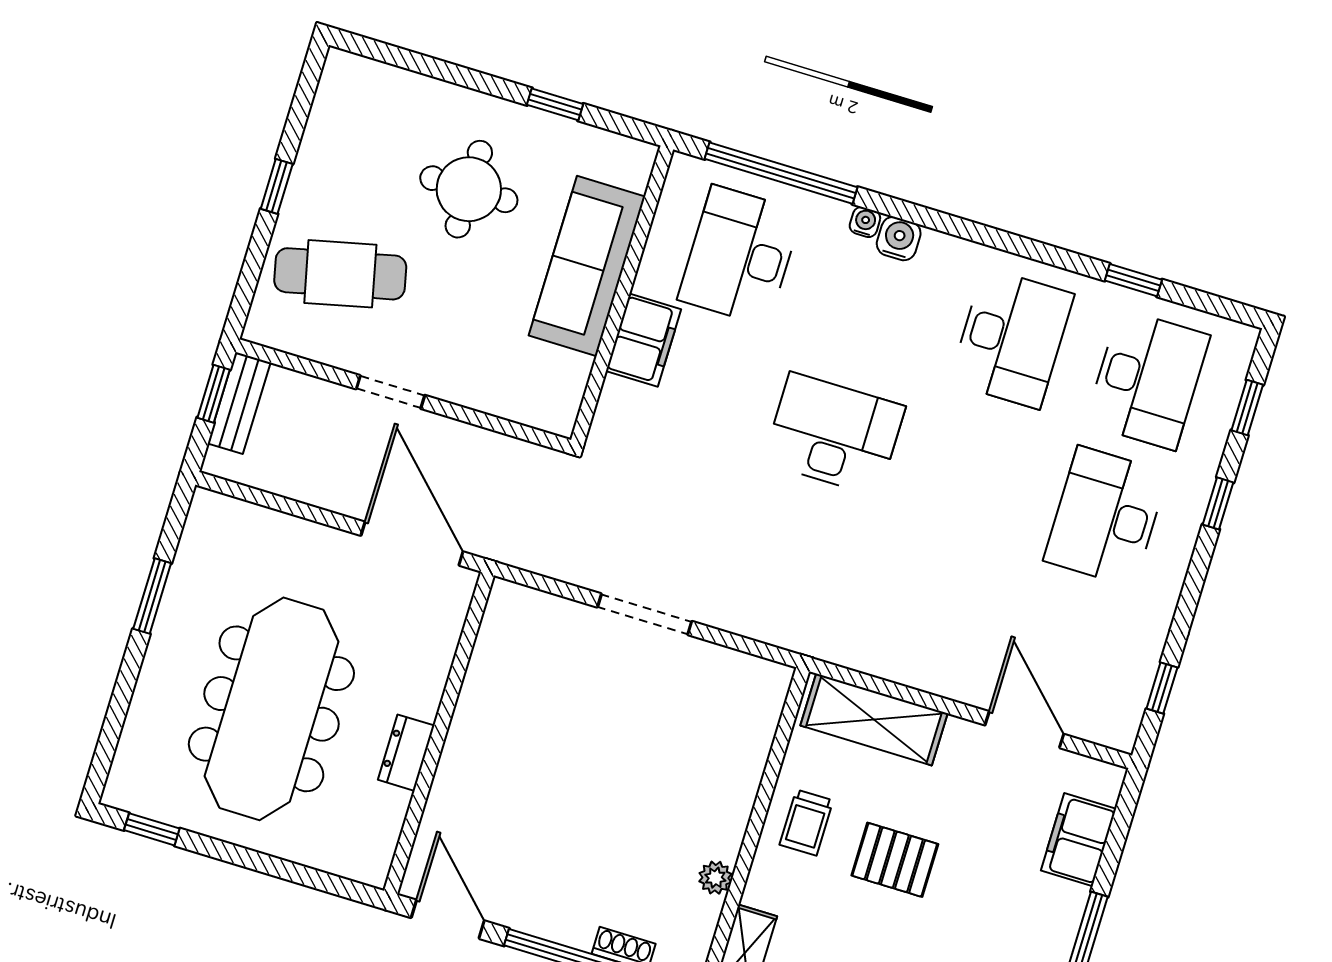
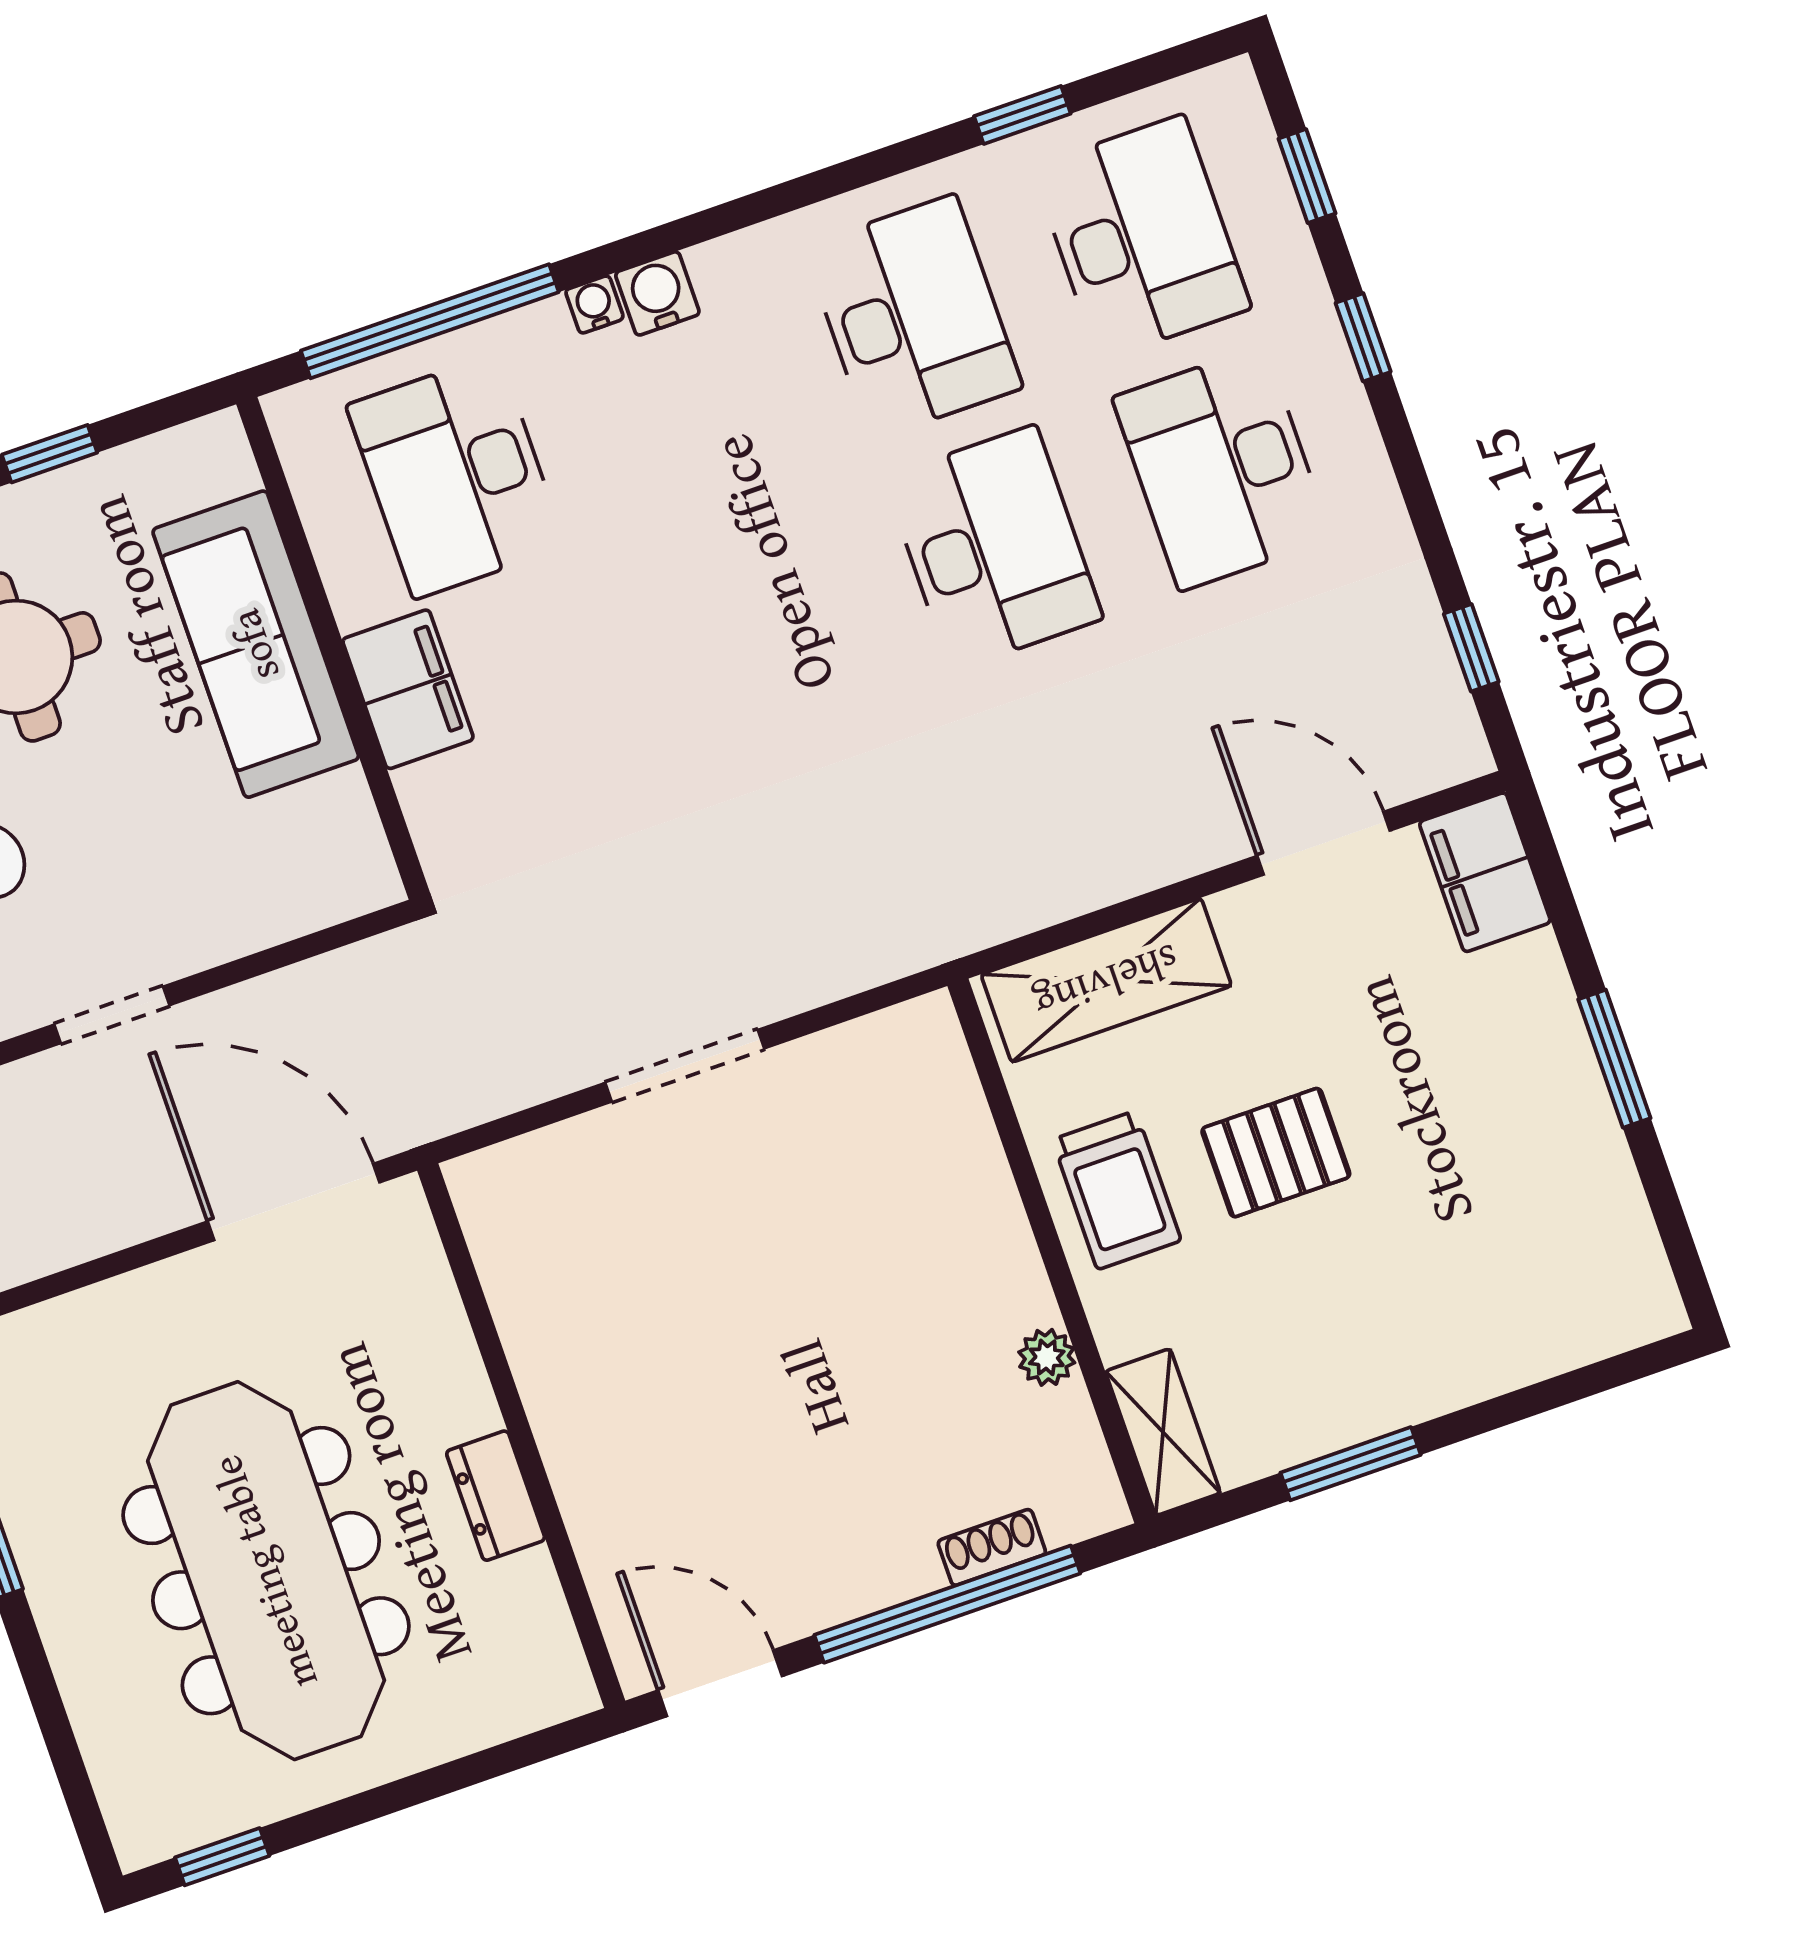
desk: (834, 434) -> (993, 548), moved, turned 90
trolley: (806, 823) -> (1117, 1190), width x1.36, depth x1.39
filing cabinet: (1079, 840) -> (1485, 872), moved

